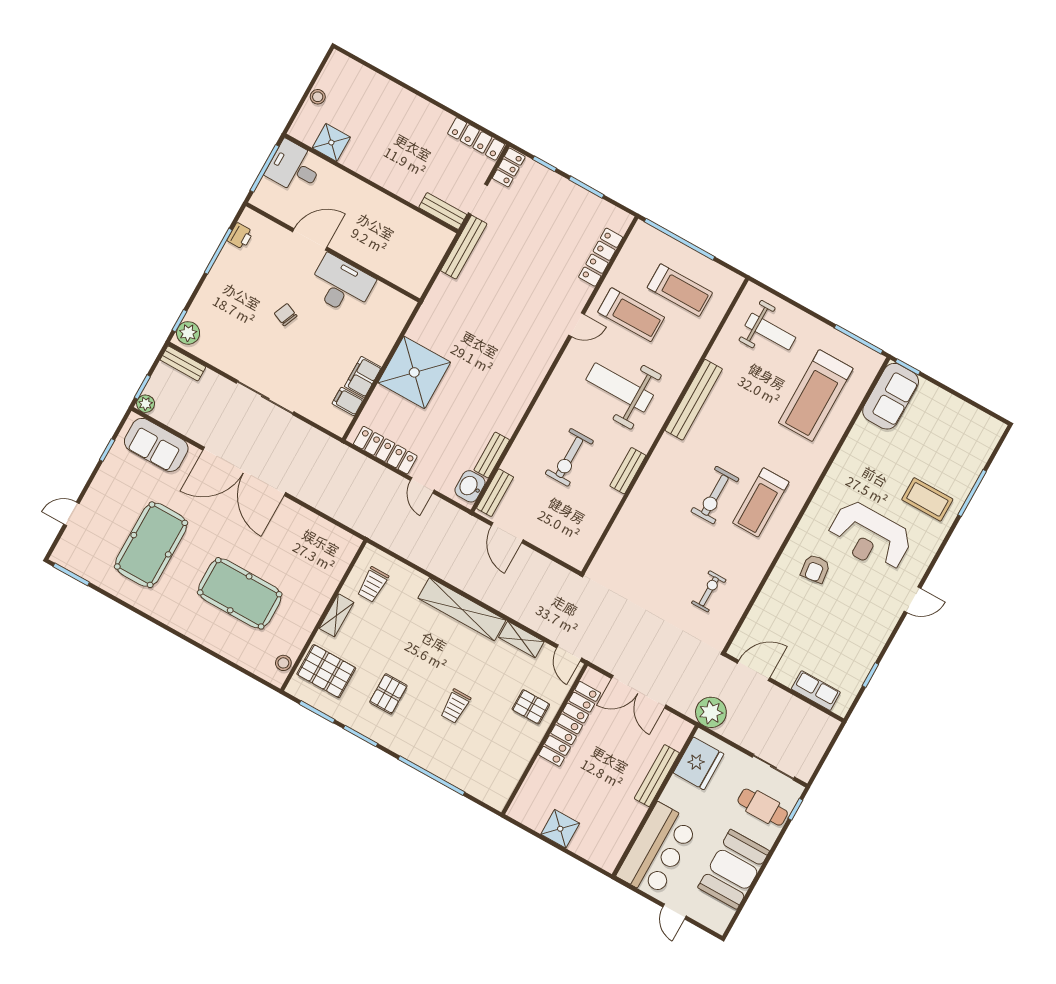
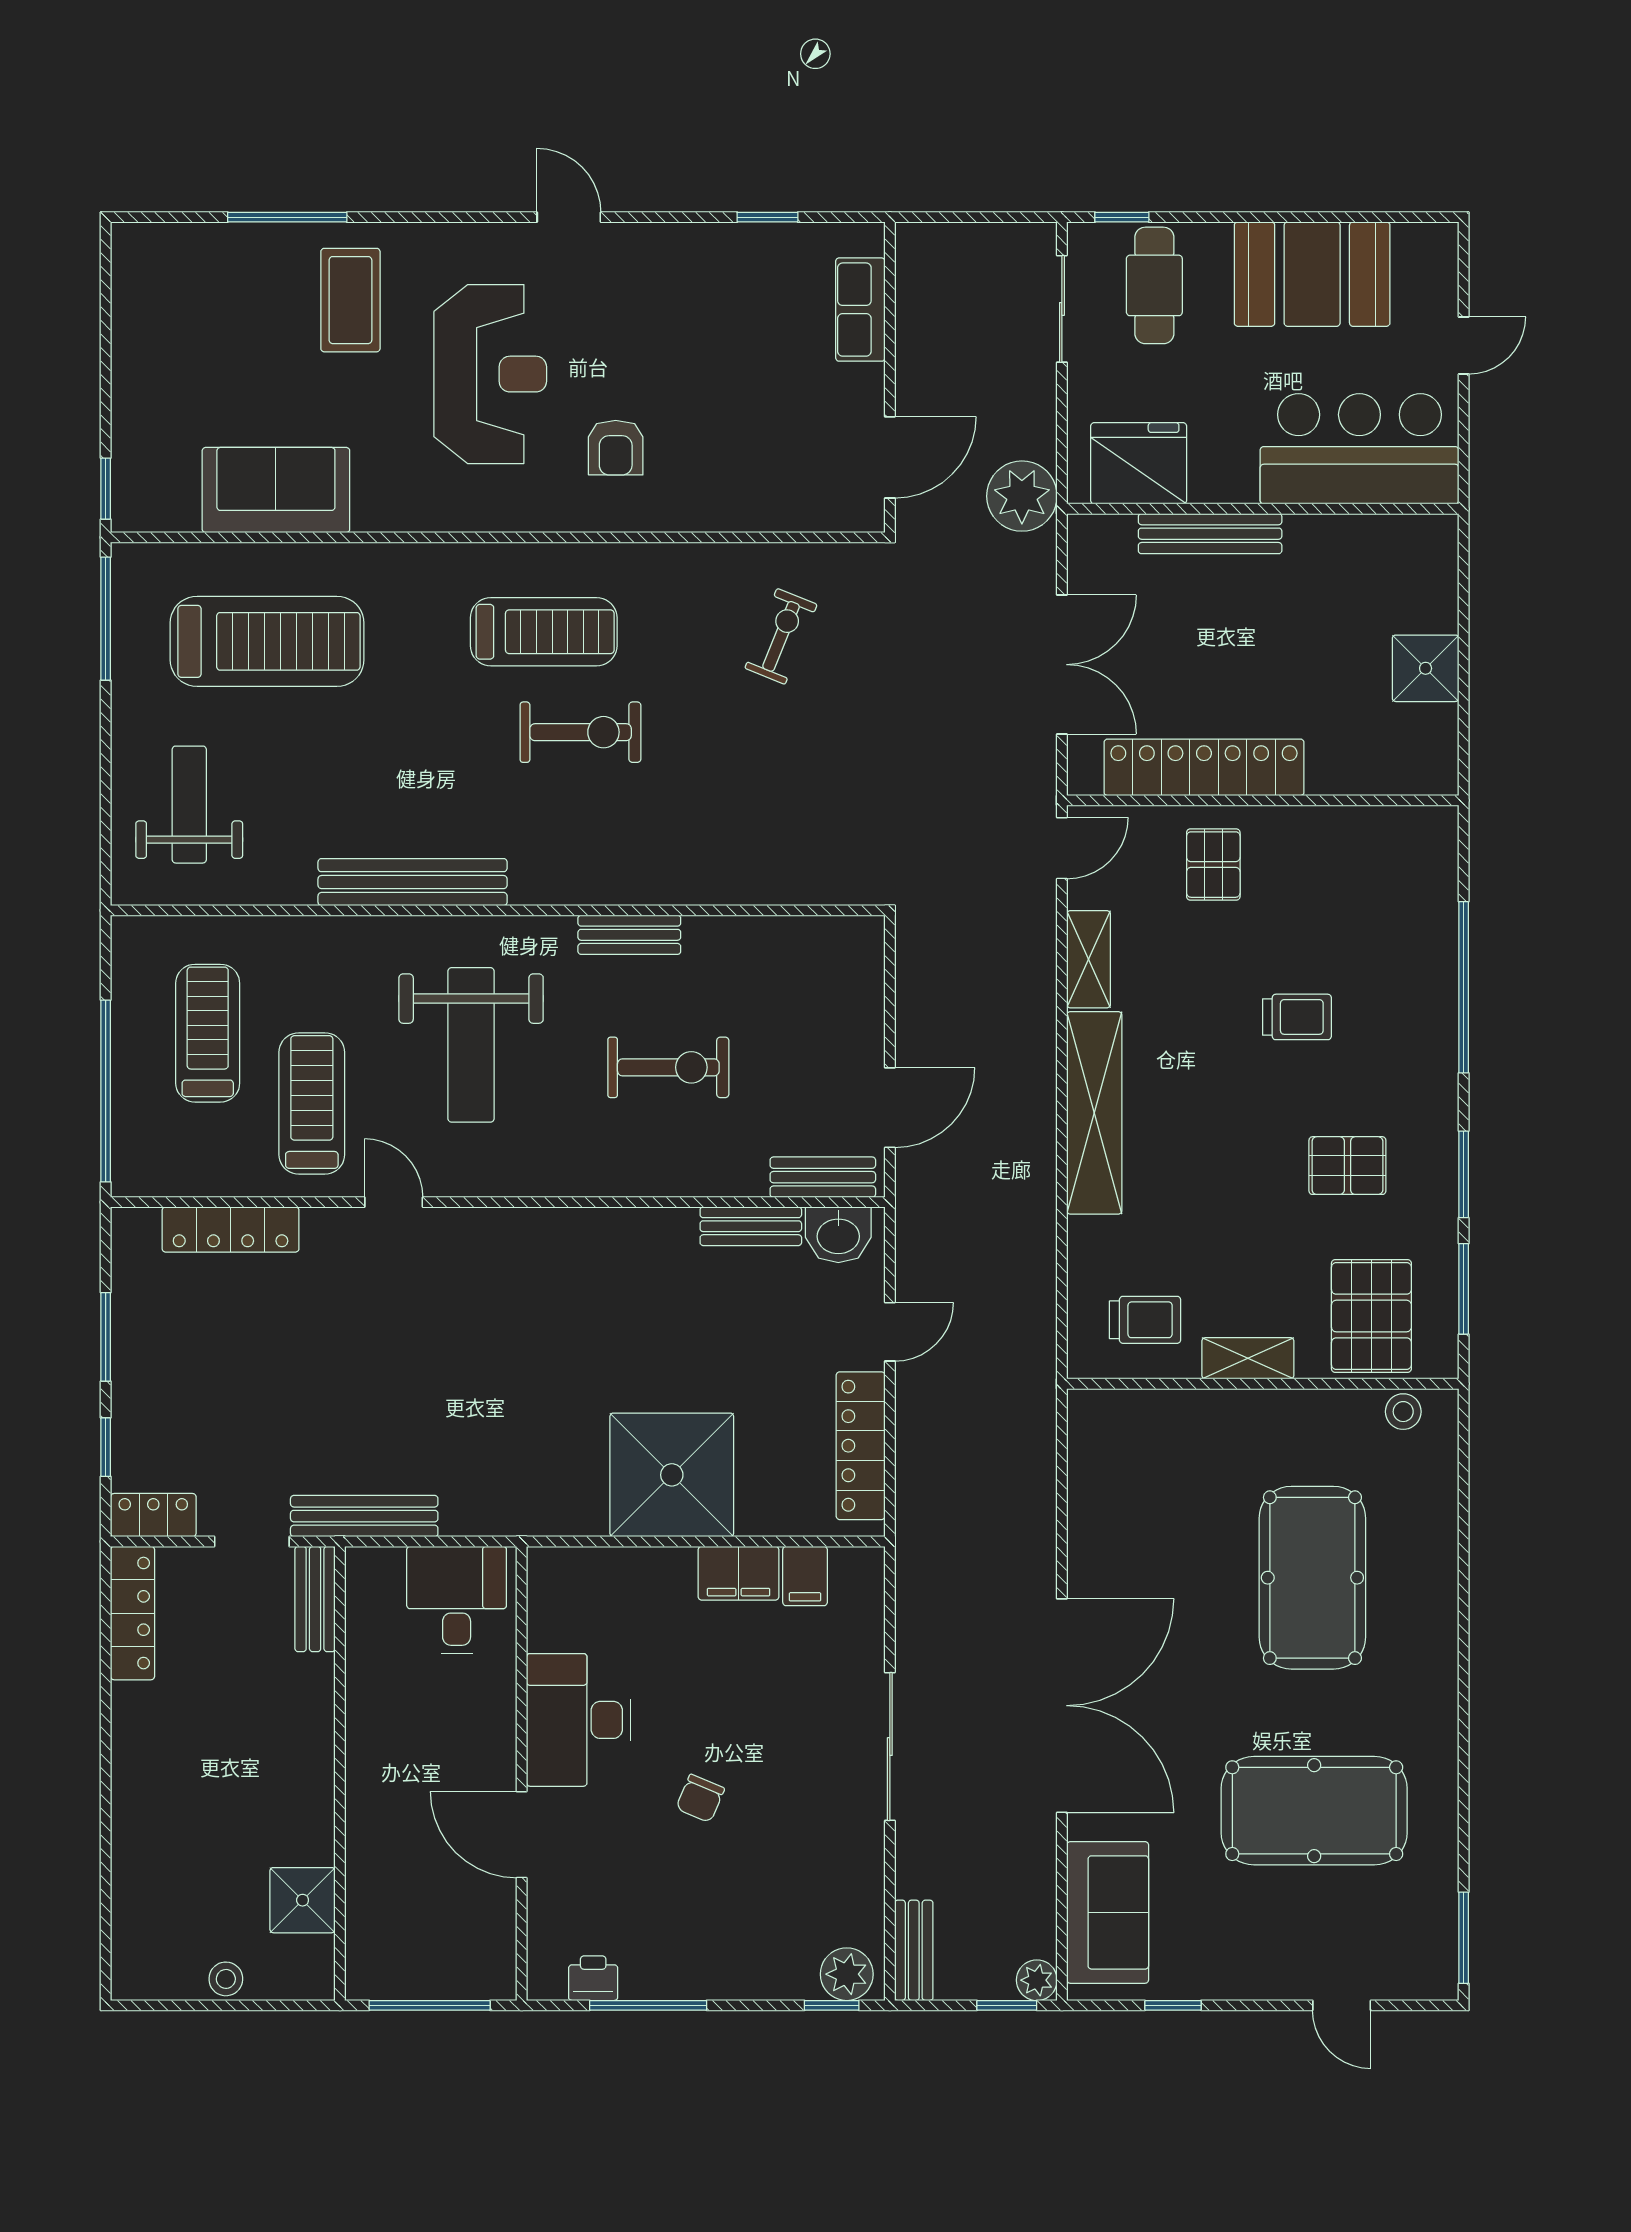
desk: (294, 168) -> (457, 1600), moved, turned 180
sofa: (891, 396) -> (276, 490), moved
armchair: (815, 569) -> (616, 448), turned 97
exercise bike: (709, 591) -> (781, 636), turned 112
door: (754, 670) -> (890, 457), swing flipped

